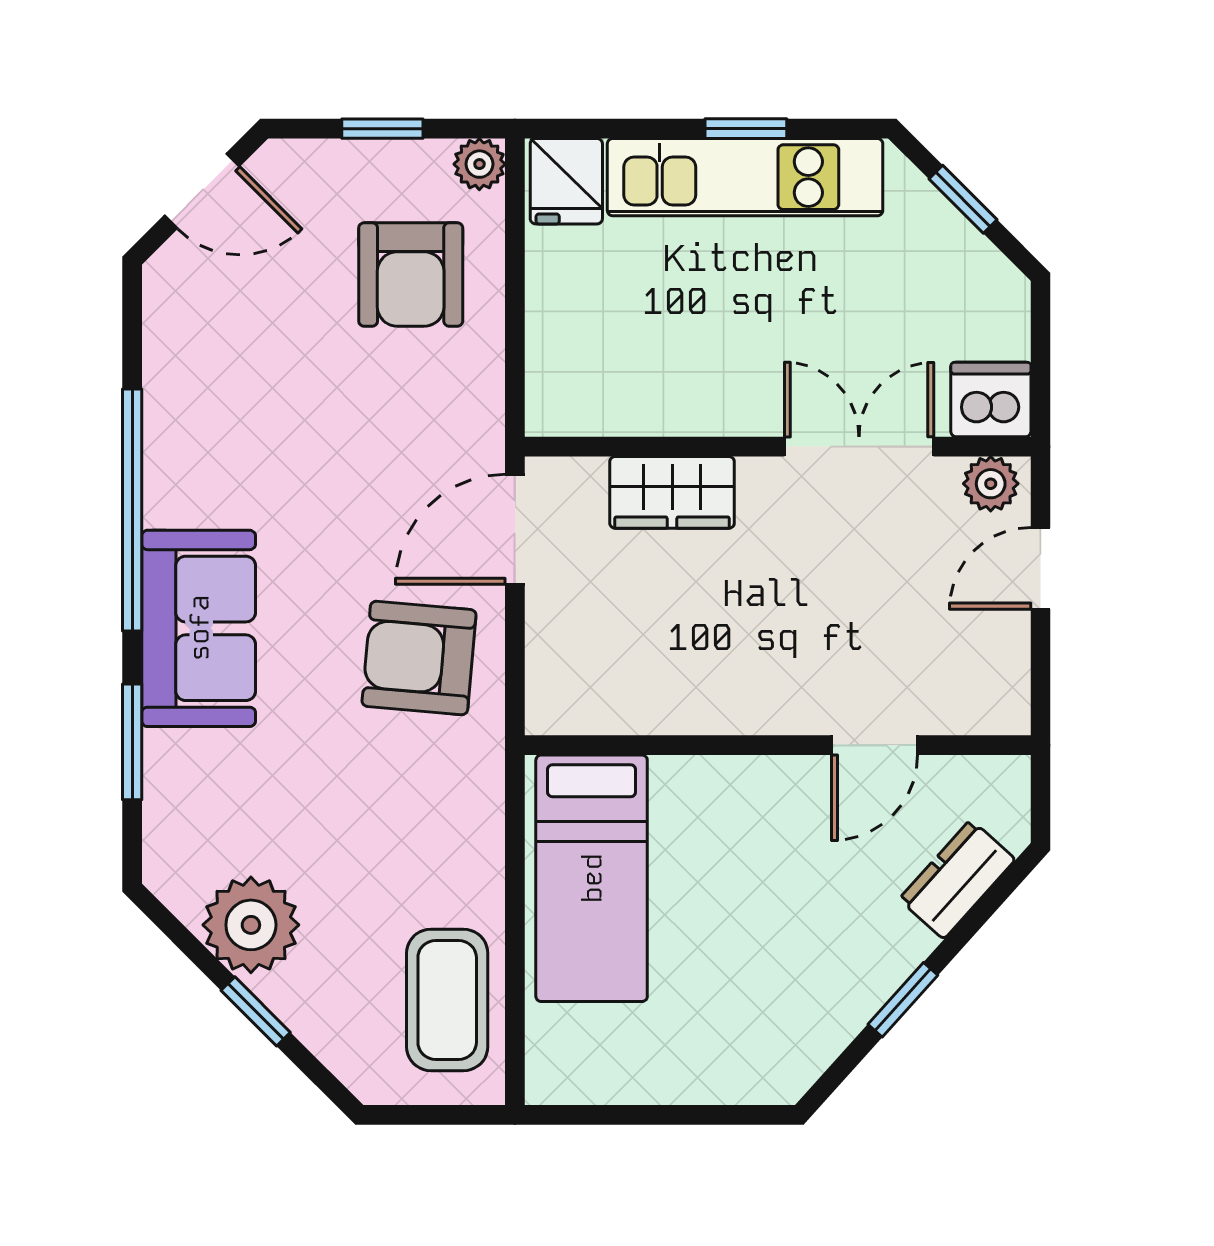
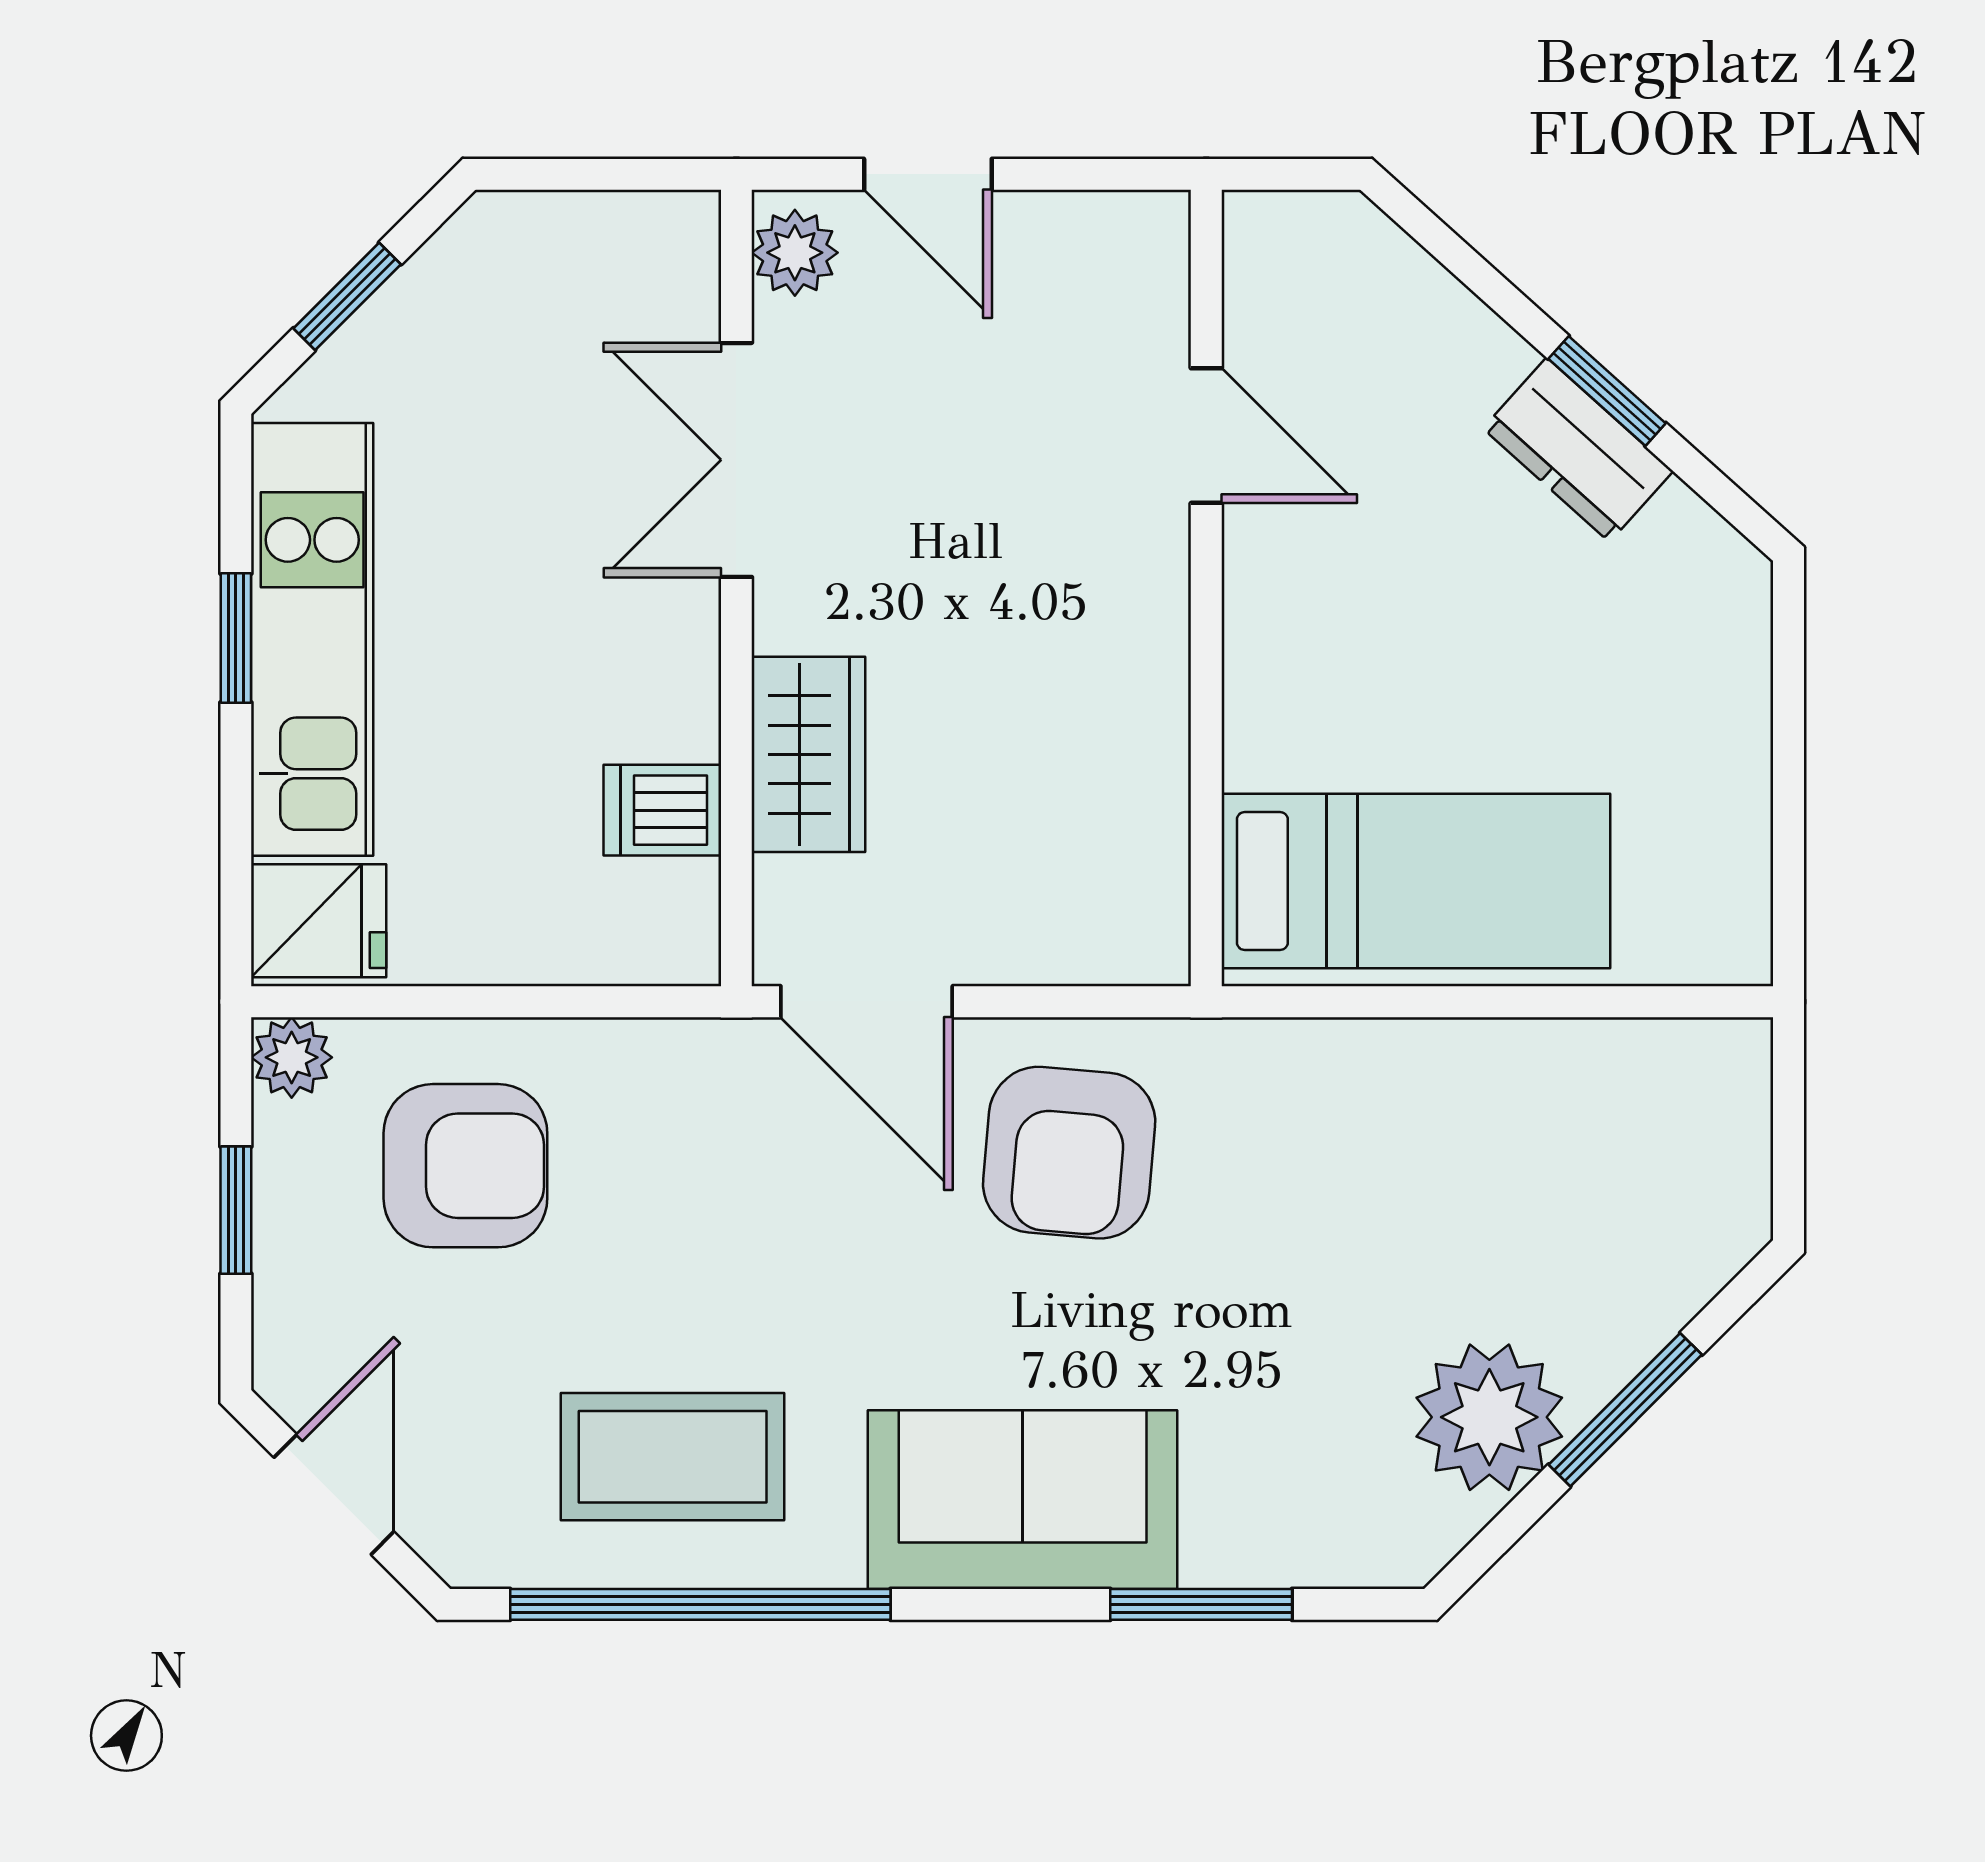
dishwasher: (991, 400) -> (662, 810), moved, width x0.73
window: (132, 510) -> (700, 1604), moved
dresser: (957, 879) -> (1578, 450), moved
coffee table: (447, 1000) -> (673, 1457), moved
window: (256, 1011) -> (1625, 1410), width x1.50

